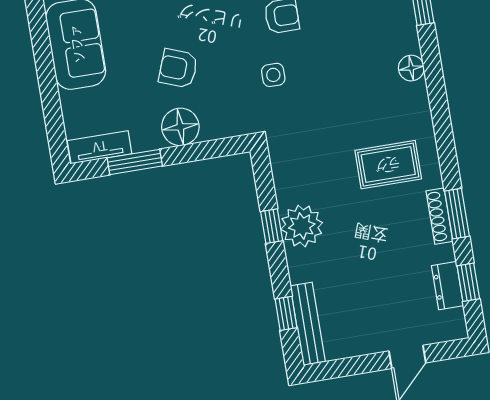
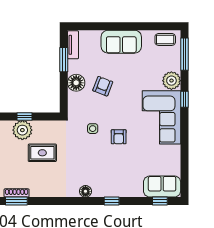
rug: (388, 165) -> (42, 153), moved, turned 90

